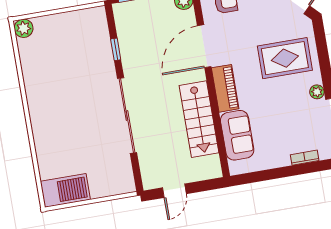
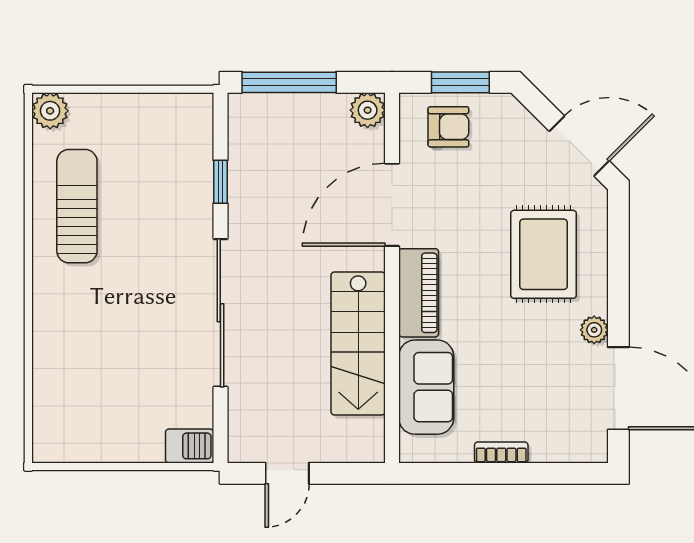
rug: (285, 58) -> (544, 254), turned 90
sun lounger: (45, 74) -> (77, 206), added
bookcase: (305, 158) -> (501, 452), moved
barbecue: (65, 190) -> (190, 446), moved, width x0.53, depth x0.65

